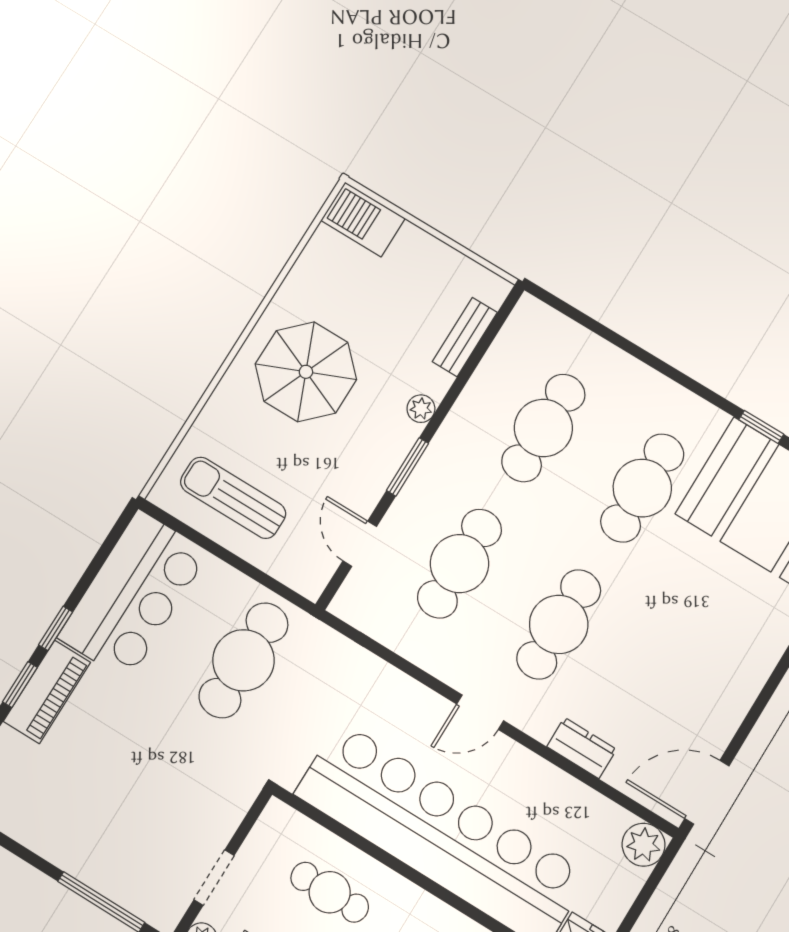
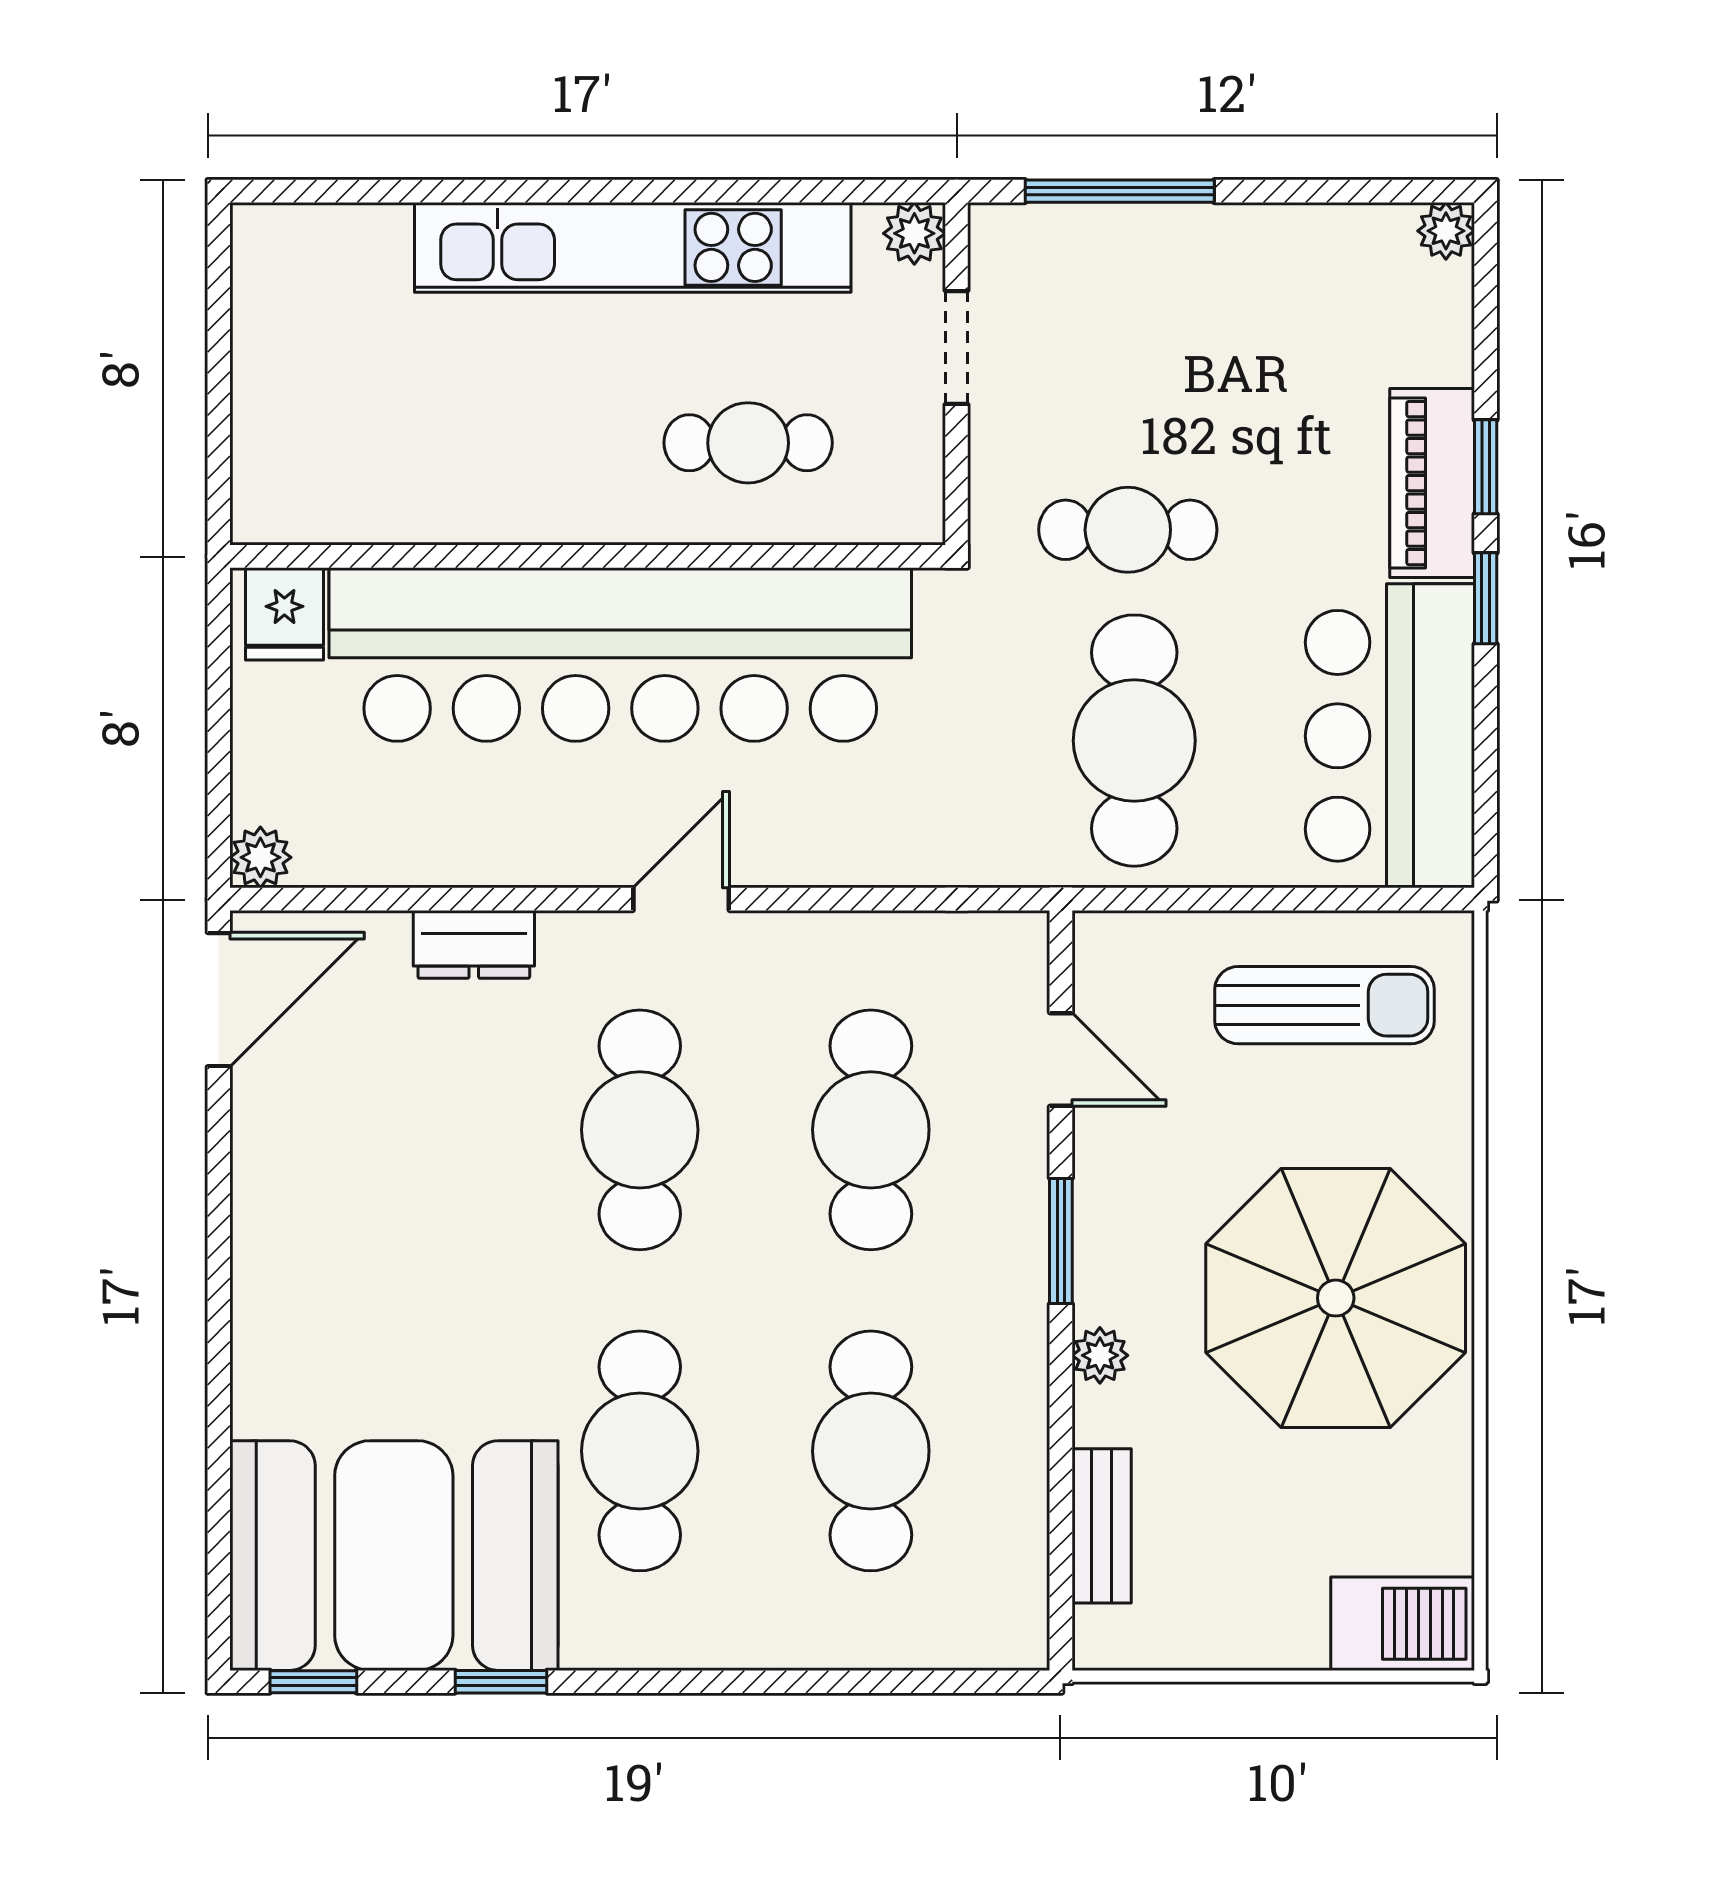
parasol: (306, 372) -> (1336, 1298), width x1.36, depth x1.36
cafe table: (190, 753) -> (1128, 530), added
plant: (644, 845) -> (260, 857), width x0.73, depth x0.73

